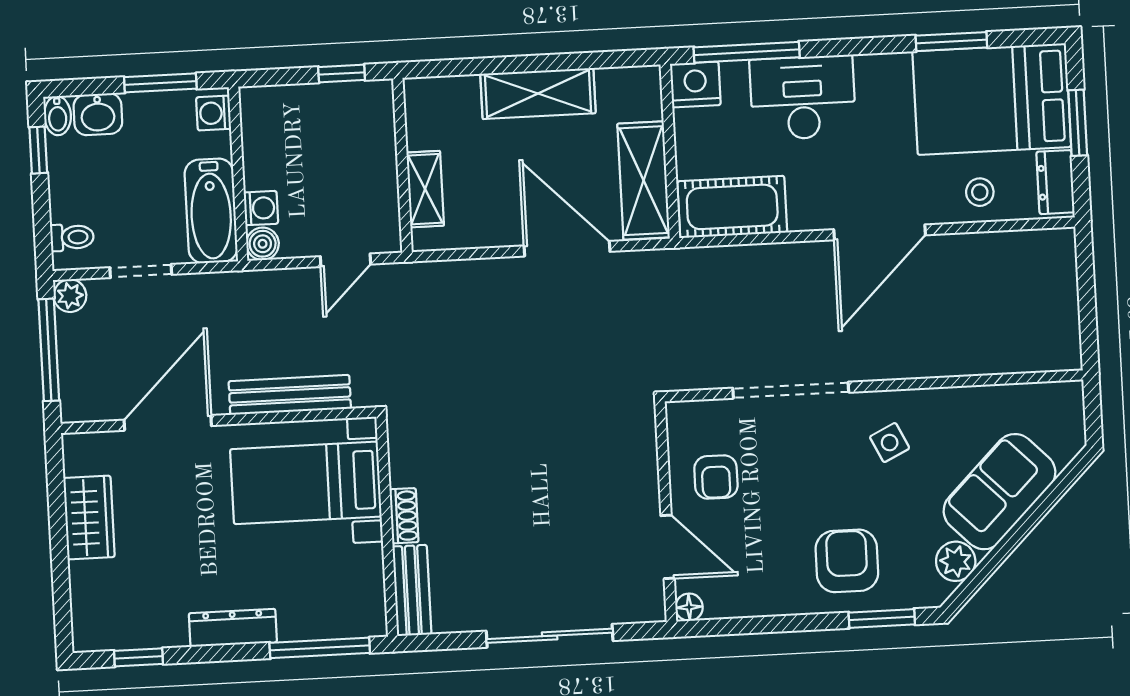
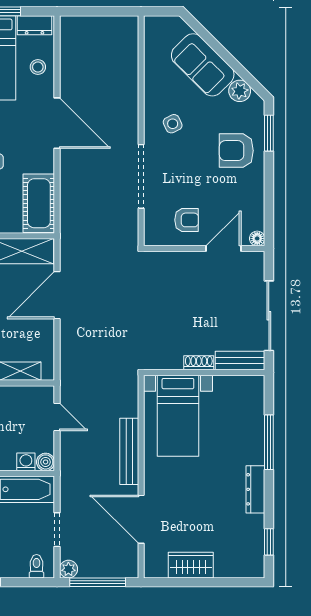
bed with nightstands: (306, 483) -> (178, 416), moved
shoe rack: (404, 516) -> (199, 363), moved
wall: (387, 526) -> (204, 373), moved
bench: (412, 590) -> (240, 361), moved

